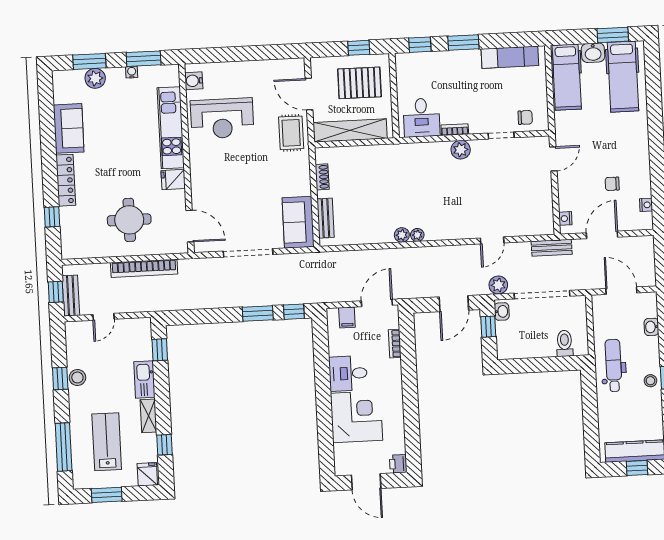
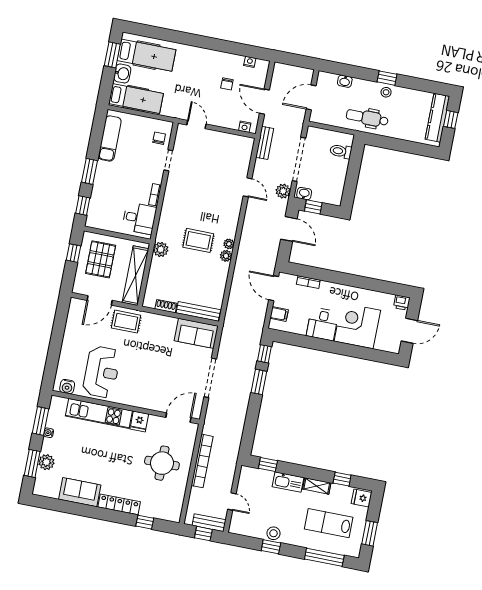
plant: (461, 150) -> (161, 249), moved
rug: (412, 196) -> (198, 240), added
bench: (325, 218) -> (198, 311), width x1.36

